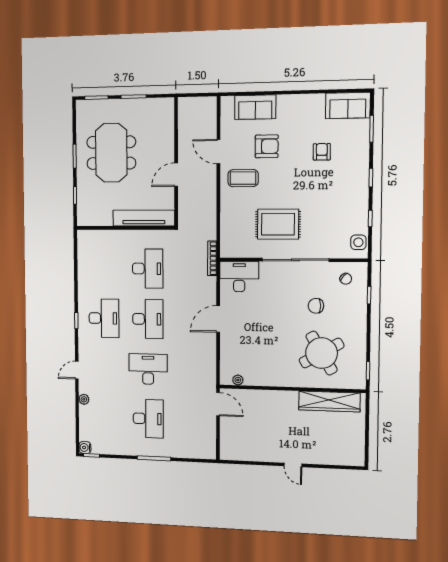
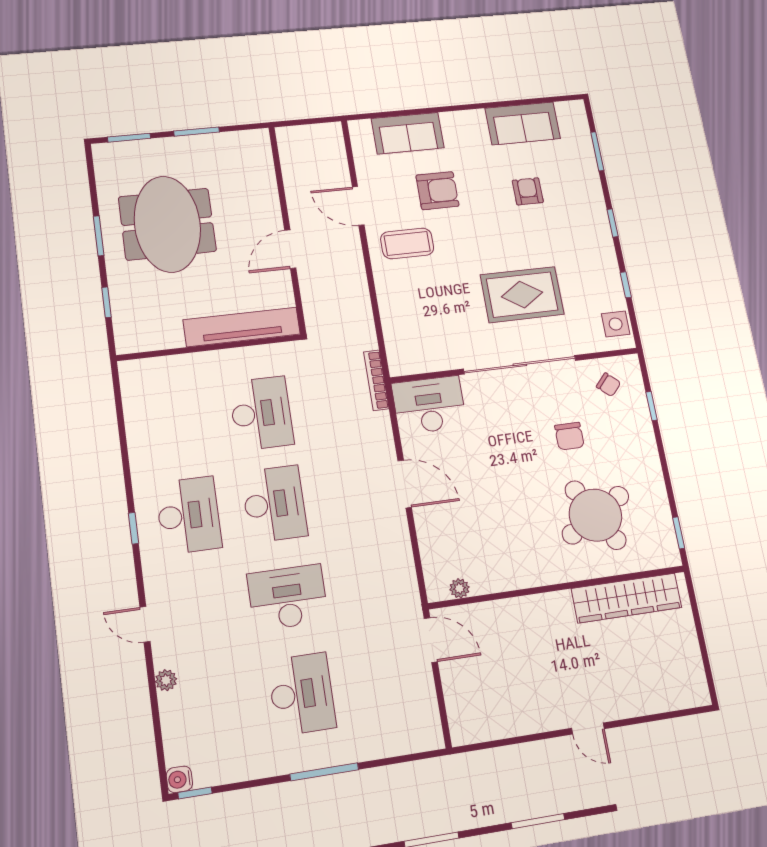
sofa: (348, 105) -> (523, 123), moved
rug: (278, 224) -> (522, 295), moved
chair: (316, 306) -> (569, 436), turned -90
door: (218, 319) -> (405, 484), swing flipped
door: (77, 370) -> (145, 624), hinge flipped

